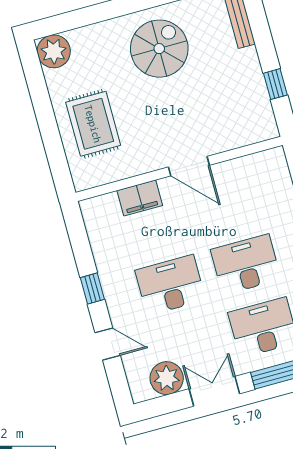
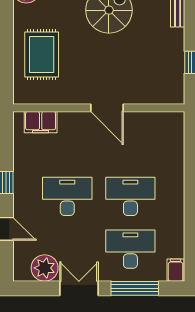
filing cabinet: (140, 198) -> (41, 122), moved

